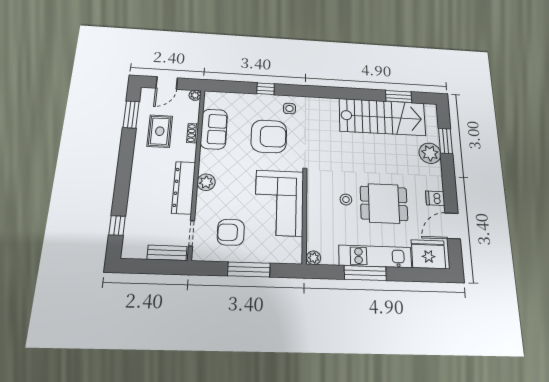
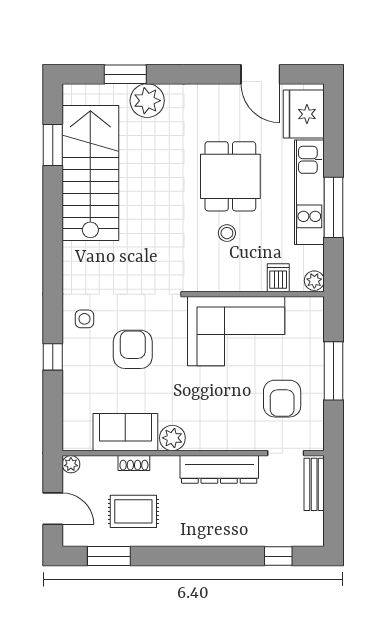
armchair: (269, 136) -> (133, 349), width x0.73, depth x0.73
plant: (206, 182) -> (172, 438), moved
dishwasher: (435, 198) -> (278, 278), moved, turned 180

